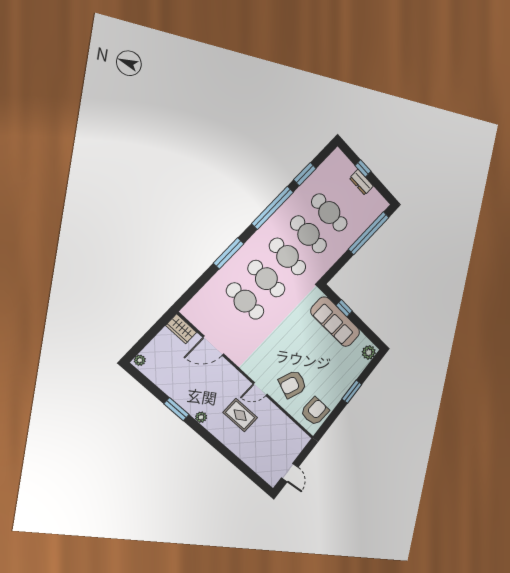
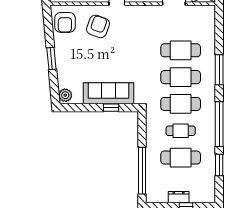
cafe table: (309, 234) -> (181, 131), width x0.73, depth x0.74

